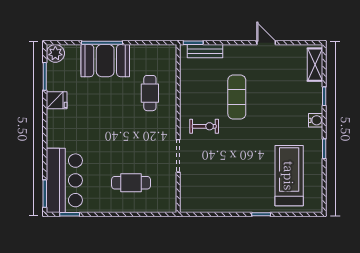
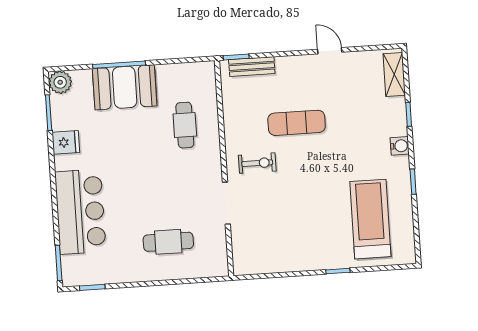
exercise mat: (237, 97) -> (297, 123), turned 90
bar counter: (64, 180) -> (80, 212), moved

